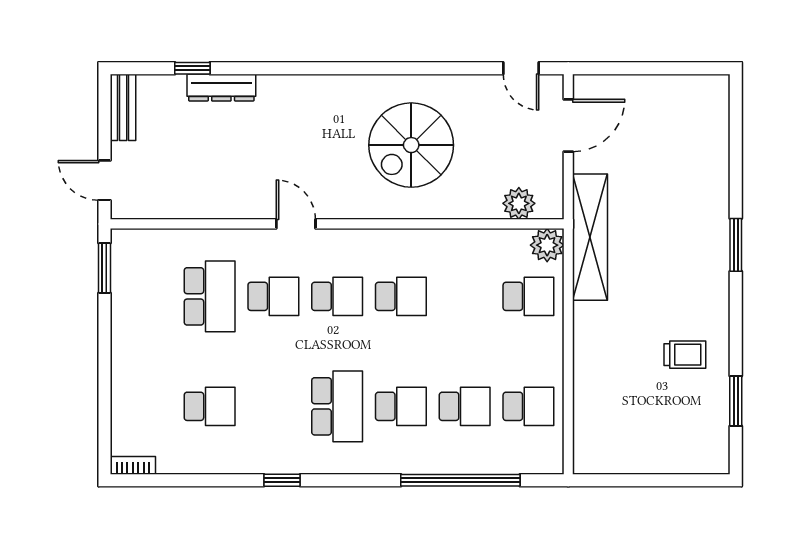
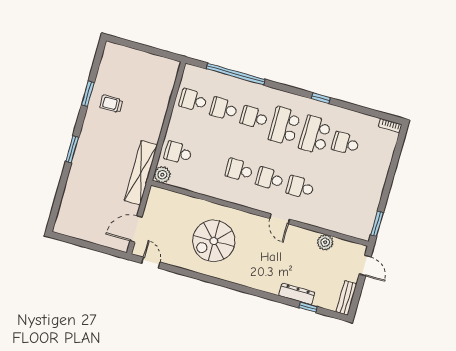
spiral stairs: (411, 145) -> (214, 241), turned 180
plant: (519, 203) -> (325, 242), moved
school desk: (210, 296) -> (315, 135), moved
window: (736, 401) -> (88, 94), moved

